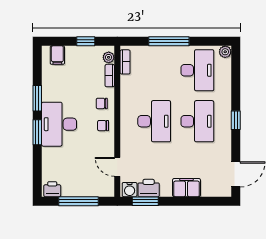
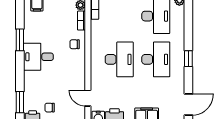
desk: (59, 124) -> (38, 57), width x0.73
chair: (103, 126) -> (50, 108), moved
window: (37, 132) -> (20, 102), moved

